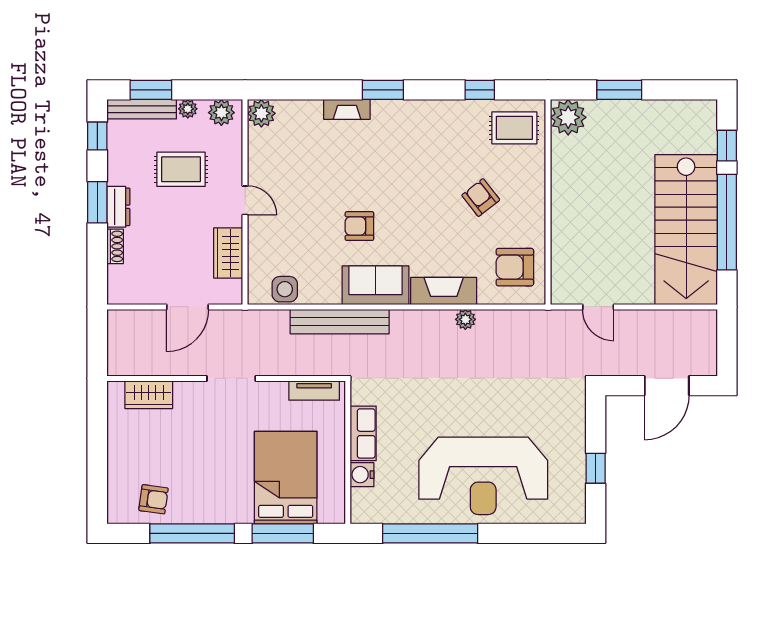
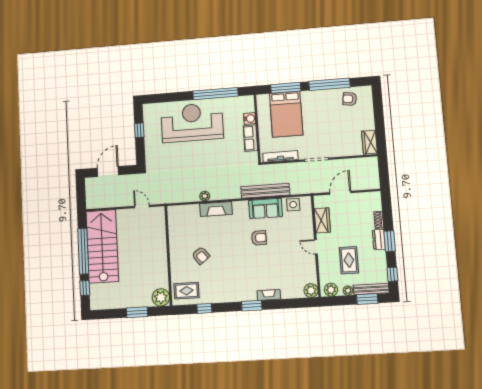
rug: (181, 169) -> (349, 260), turned 90
armchair: (515, 267) -> (183, 223), removed
sofa: (375, 285) -> (265, 208), moved
tv unit: (314, 391) -> (280, 156), width x1.41
wardrobe: (149, 395) -> (369, 142), moved, turned -90

